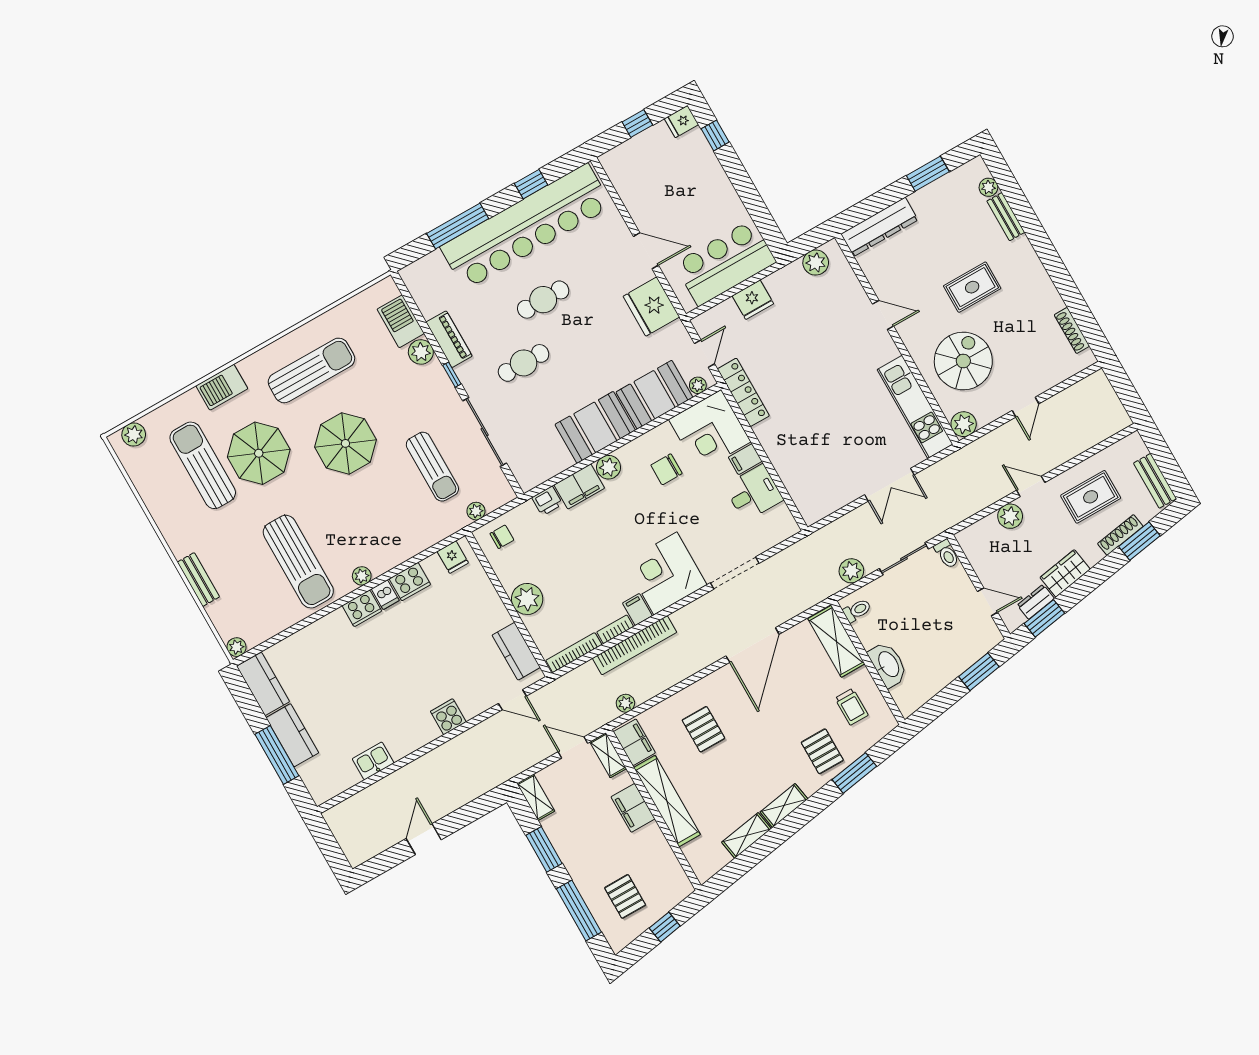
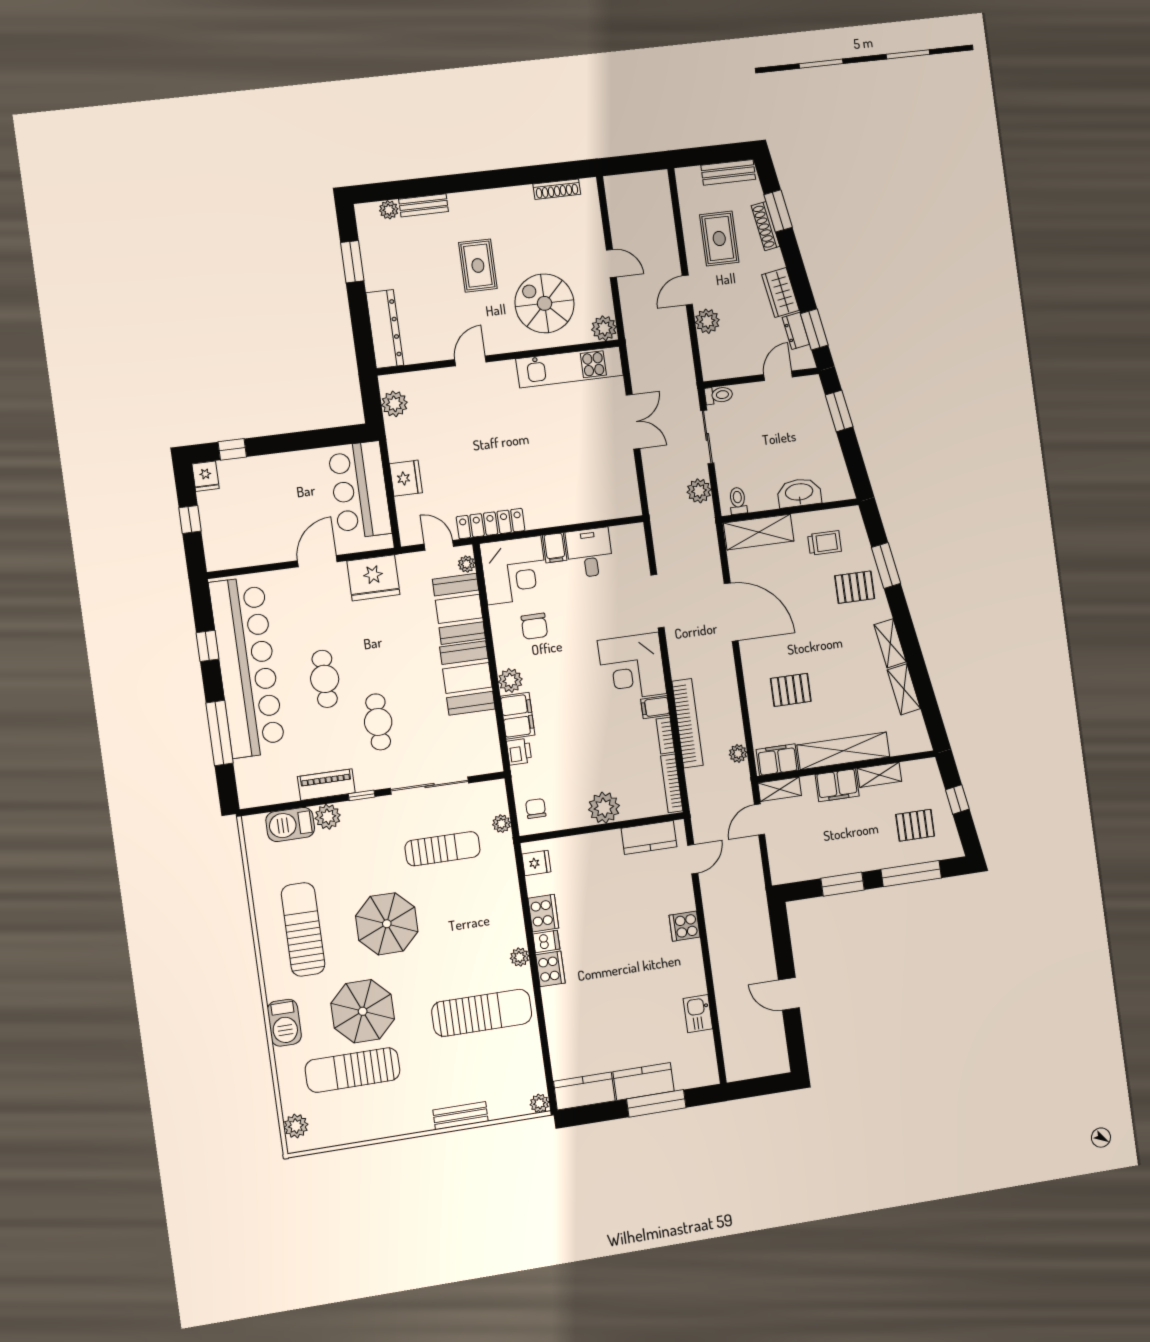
shelving: (536, 797) -> (879, 775), moved

